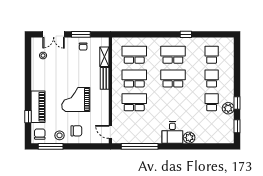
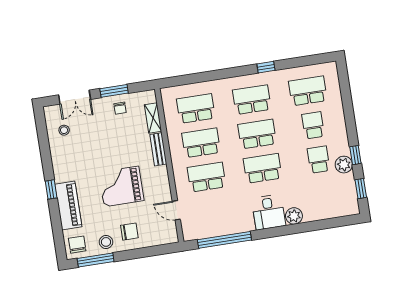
school desk: (212, 55) -> (308, 91), width x1.85
school desk: (173, 102) -> (263, 168), added
window: (28, 117) -> (51, 189), moved
door: (110, 132) -> (176, 210), moved

